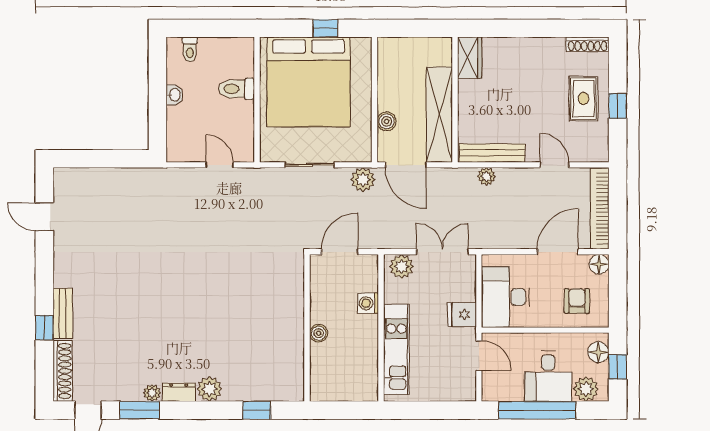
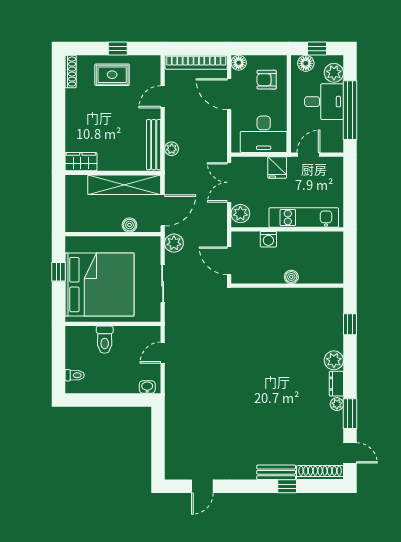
washbasin: (174, 95) -> (147, 387), moved

